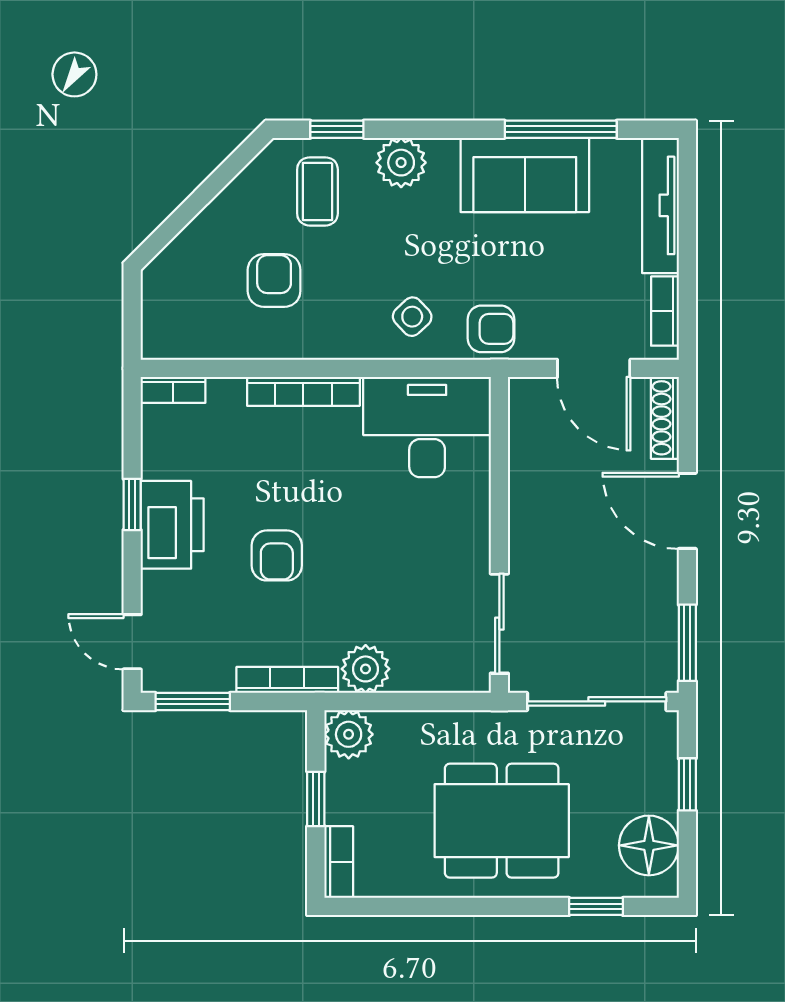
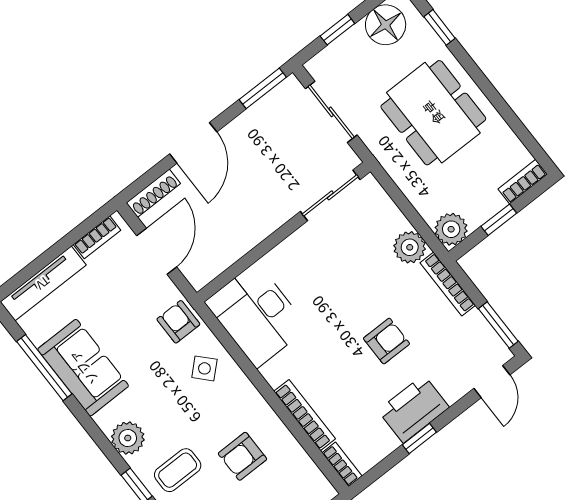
bookcase: (303, 391) -> (305, 415), moved
sliding door: (597, 701) -> (331, 112), width x0.73

